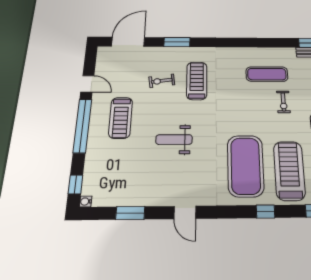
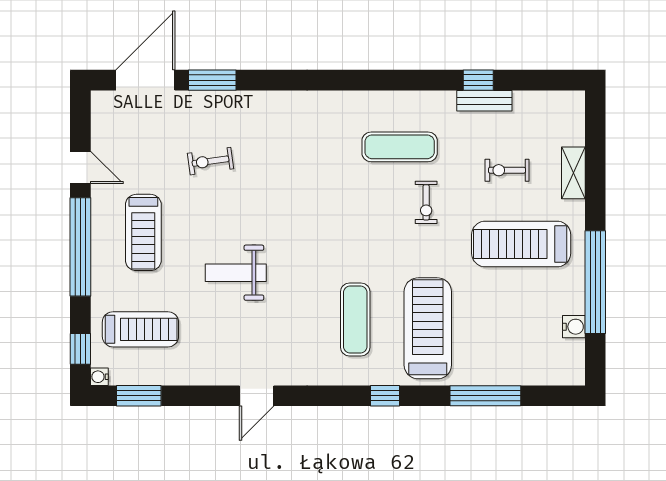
window: (177, 42) -> (212, 80), moved
treadmill: (197, 81) -> (140, 329), moved, turned 90
exercise mat: (245, 166) -> (355, 319), width x0.50, depth x0.69
door: (185, 212) -> (257, 396), hinge flipped
window: (130, 213) -> (139, 396), moved

